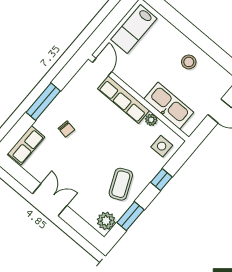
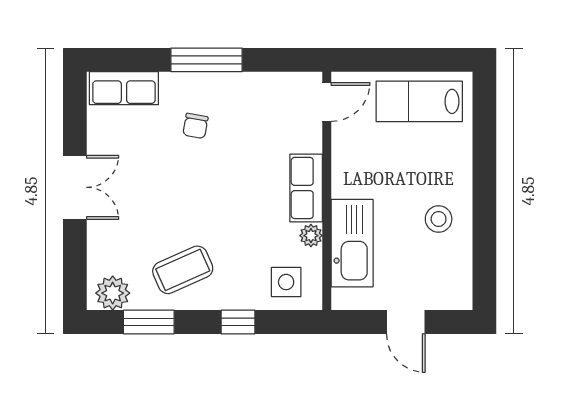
row of seats: (124, 100) -> (306, 188), width x0.68

